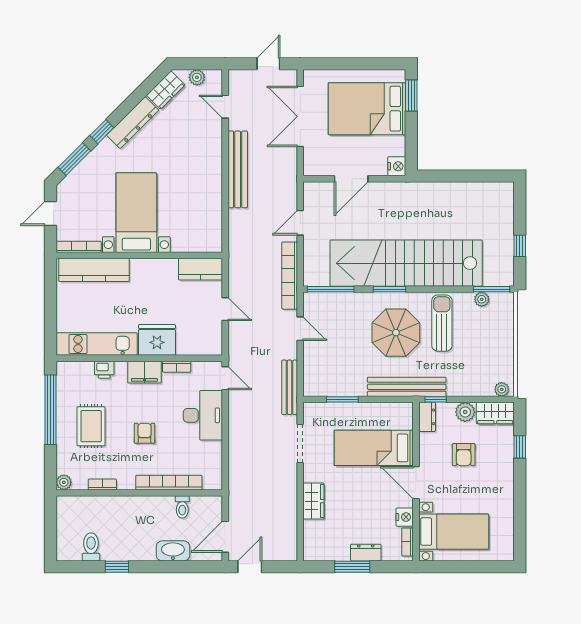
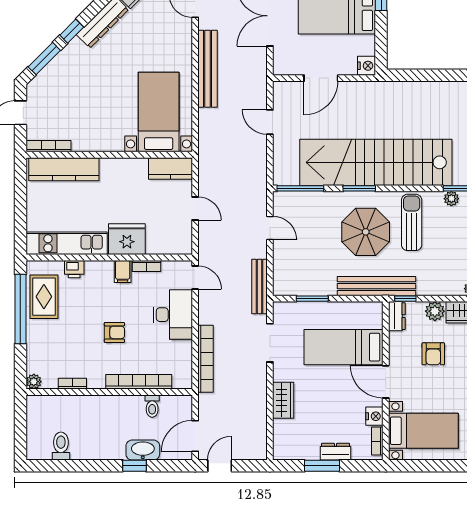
bed with nightstands: (136, 213) -> (159, 112), moved
door: (300, 223) -> (270, 122), hinge flipped
bookcase: (290, 276) -> (206, 359), moved, turned 180
filing cabinet: (144, 372) -> (123, 271), width x0.50
rug: (91, 426) -> (44, 297), moved
armchair: (144, 433) -> (114, 332), turned 90
window: (117, 567) -> (134, 466), moved

